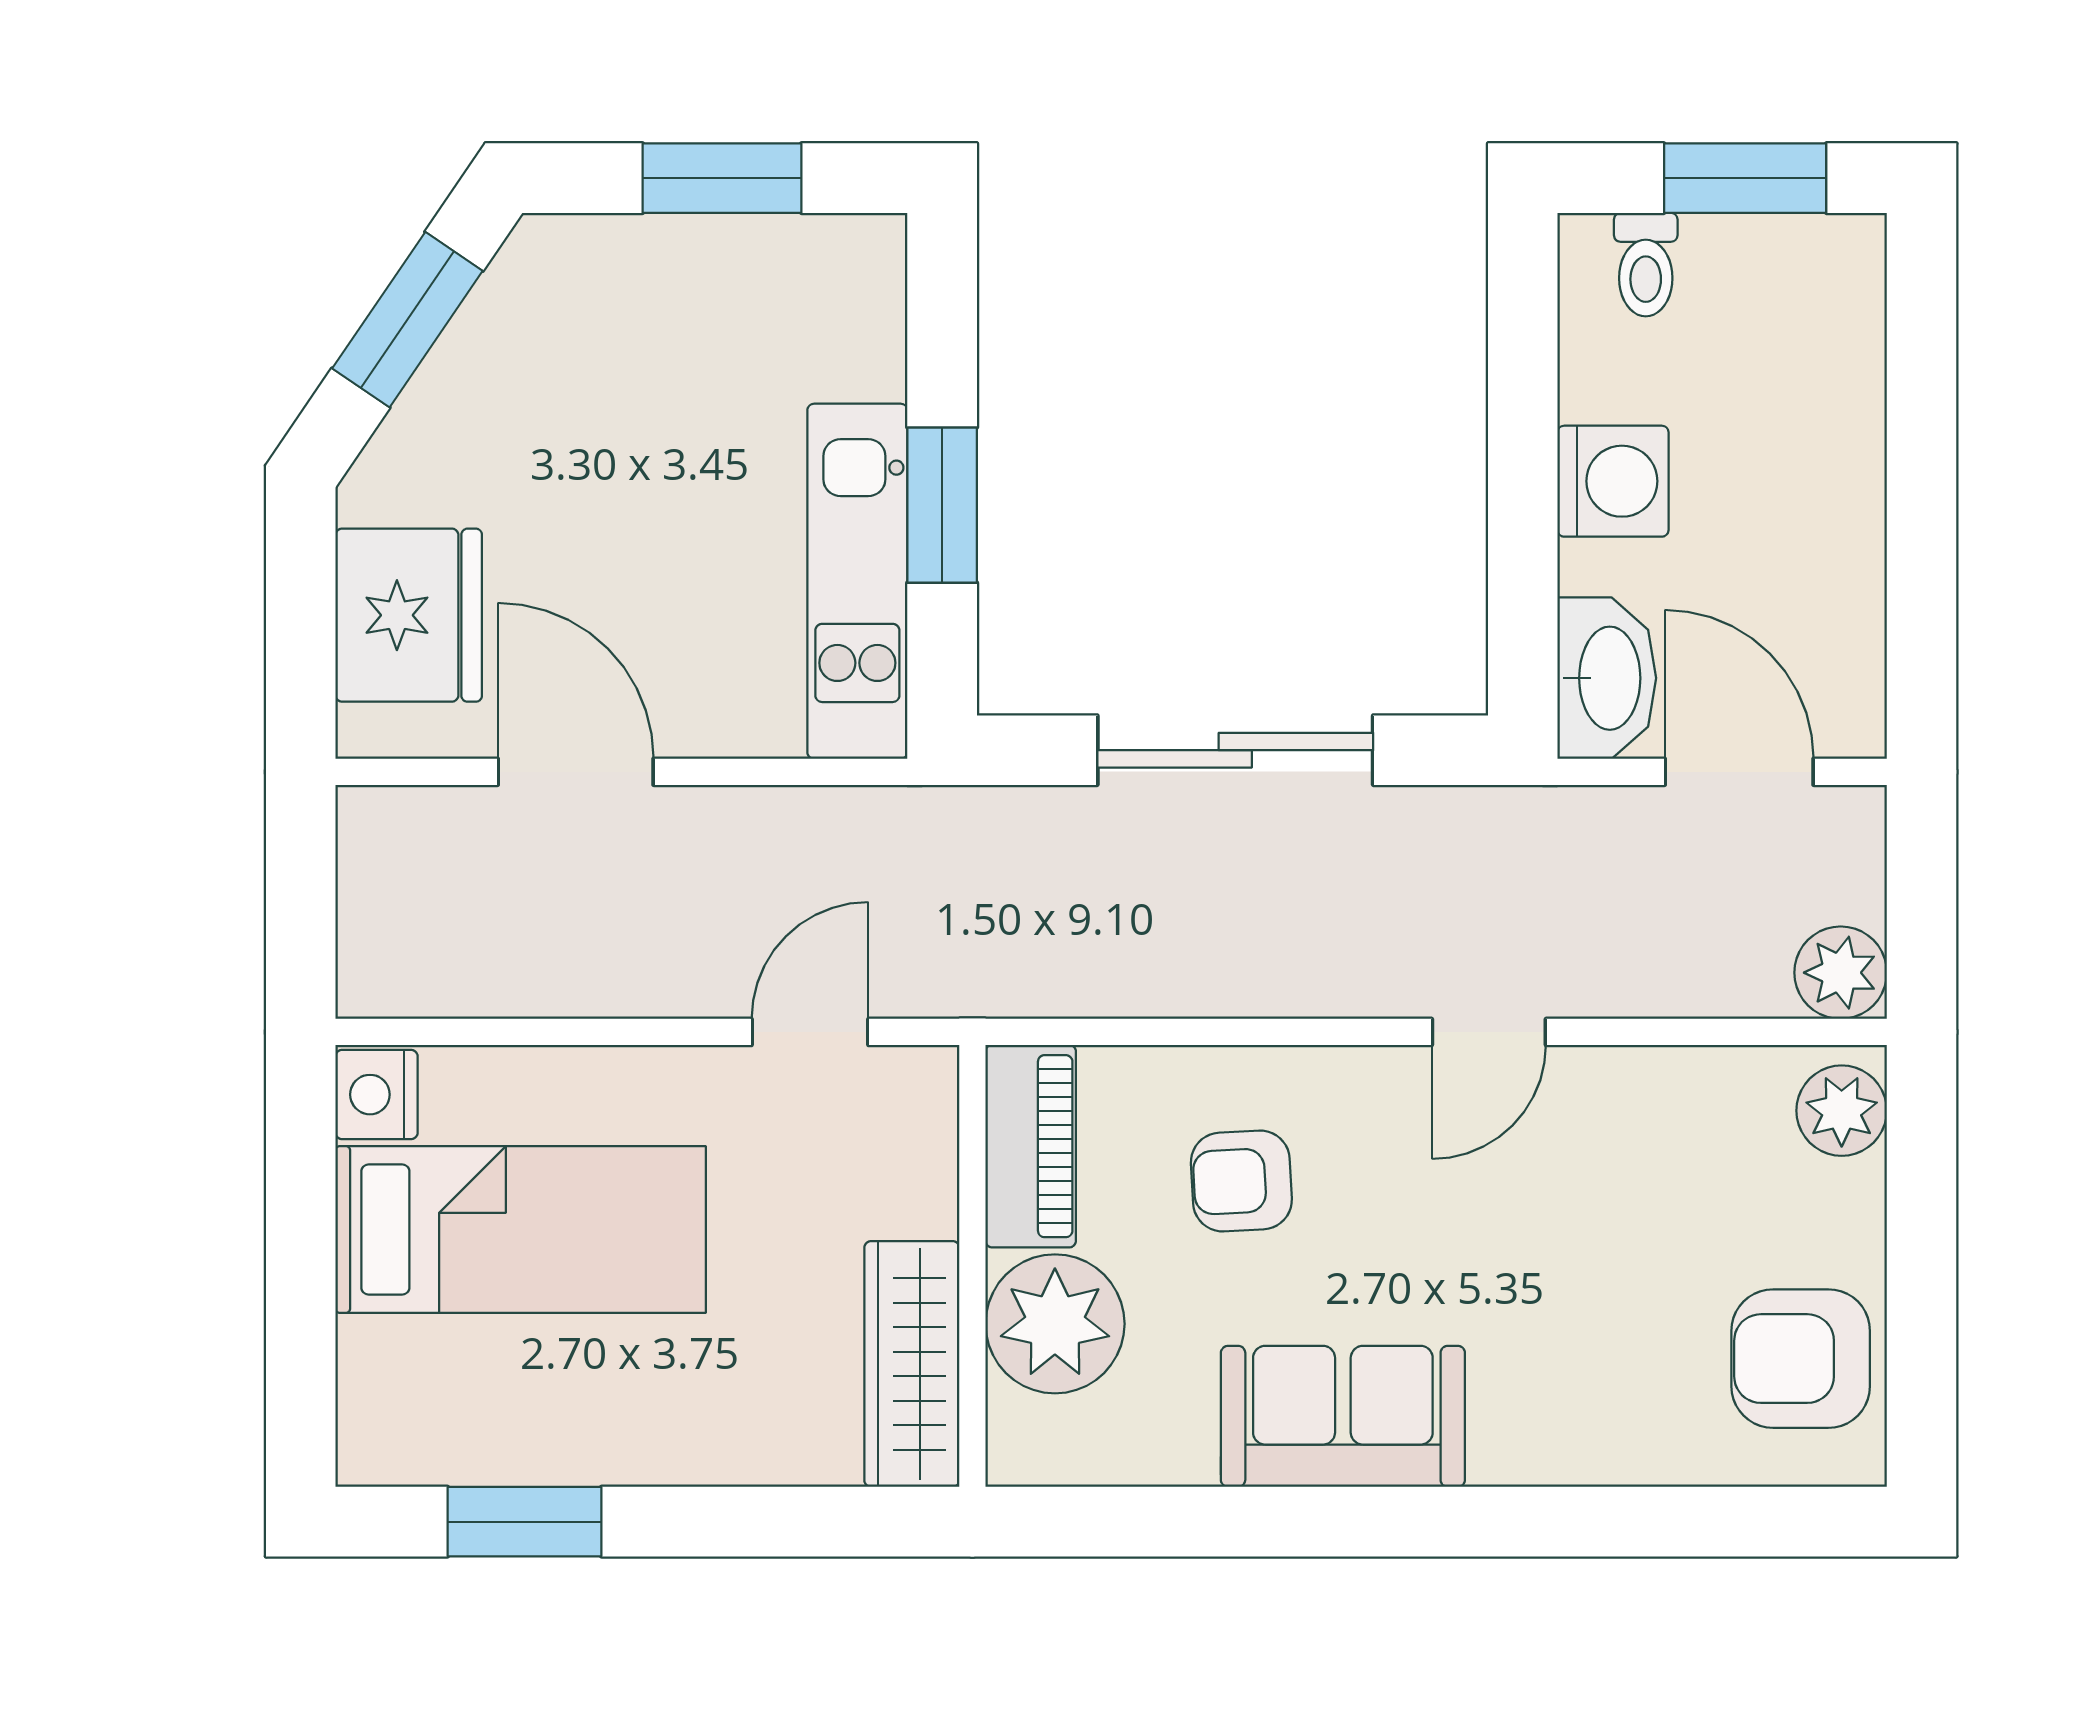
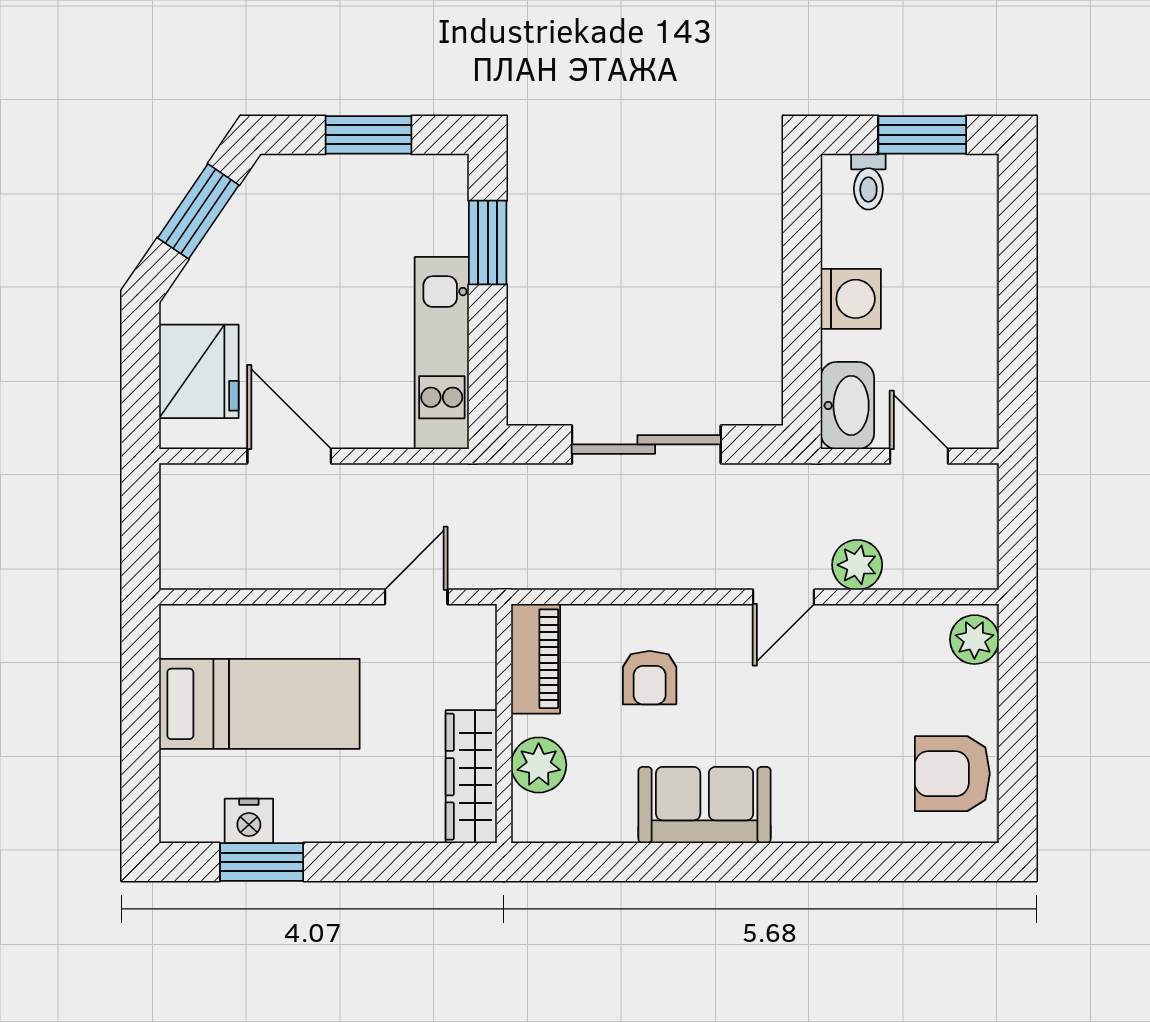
window: (942, 505) -> (488, 243), moved
door: (1739, 772) -> (919, 456), width x0.73
plant: (1841, 973) -> (857, 565), moved
nightstand: (376, 1095) -> (249, 821), moved, turned -90
armchair: (1241, 1181) -> (650, 678), turned -87
plant: (1055, 1324) -> (539, 765), width x0.73, depth x0.73

